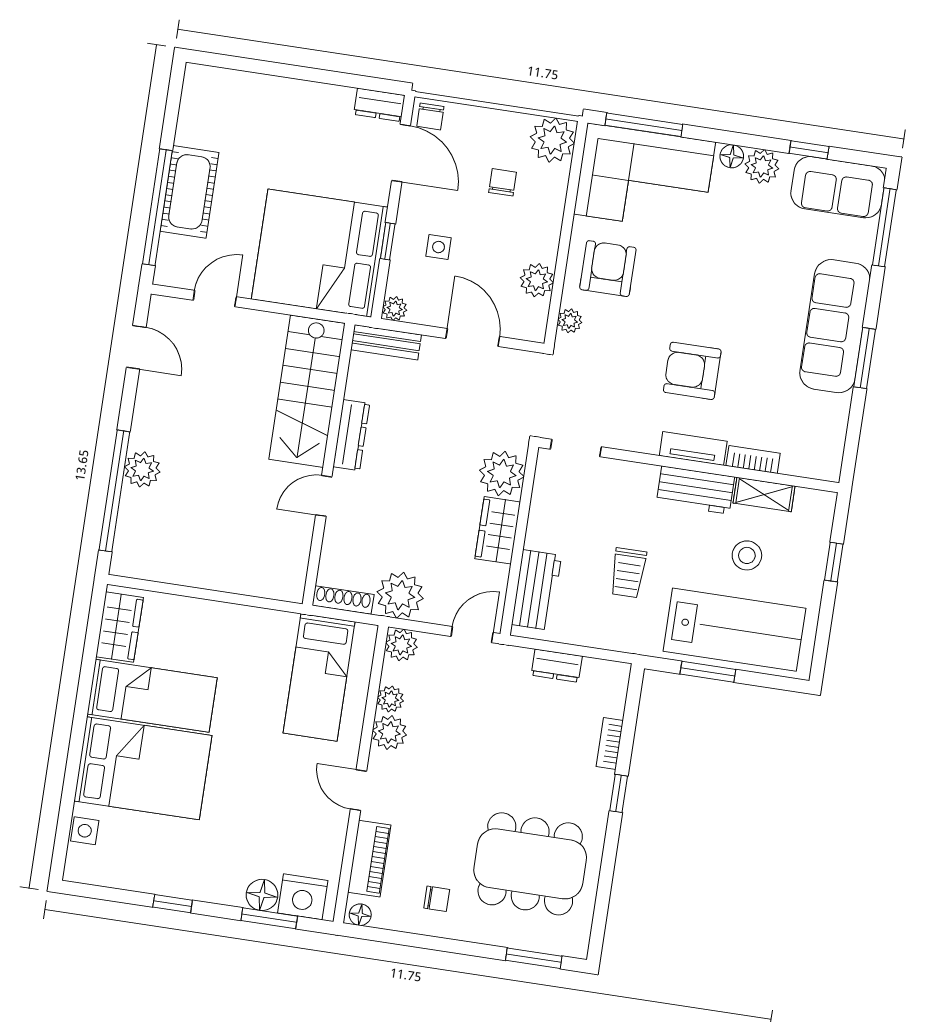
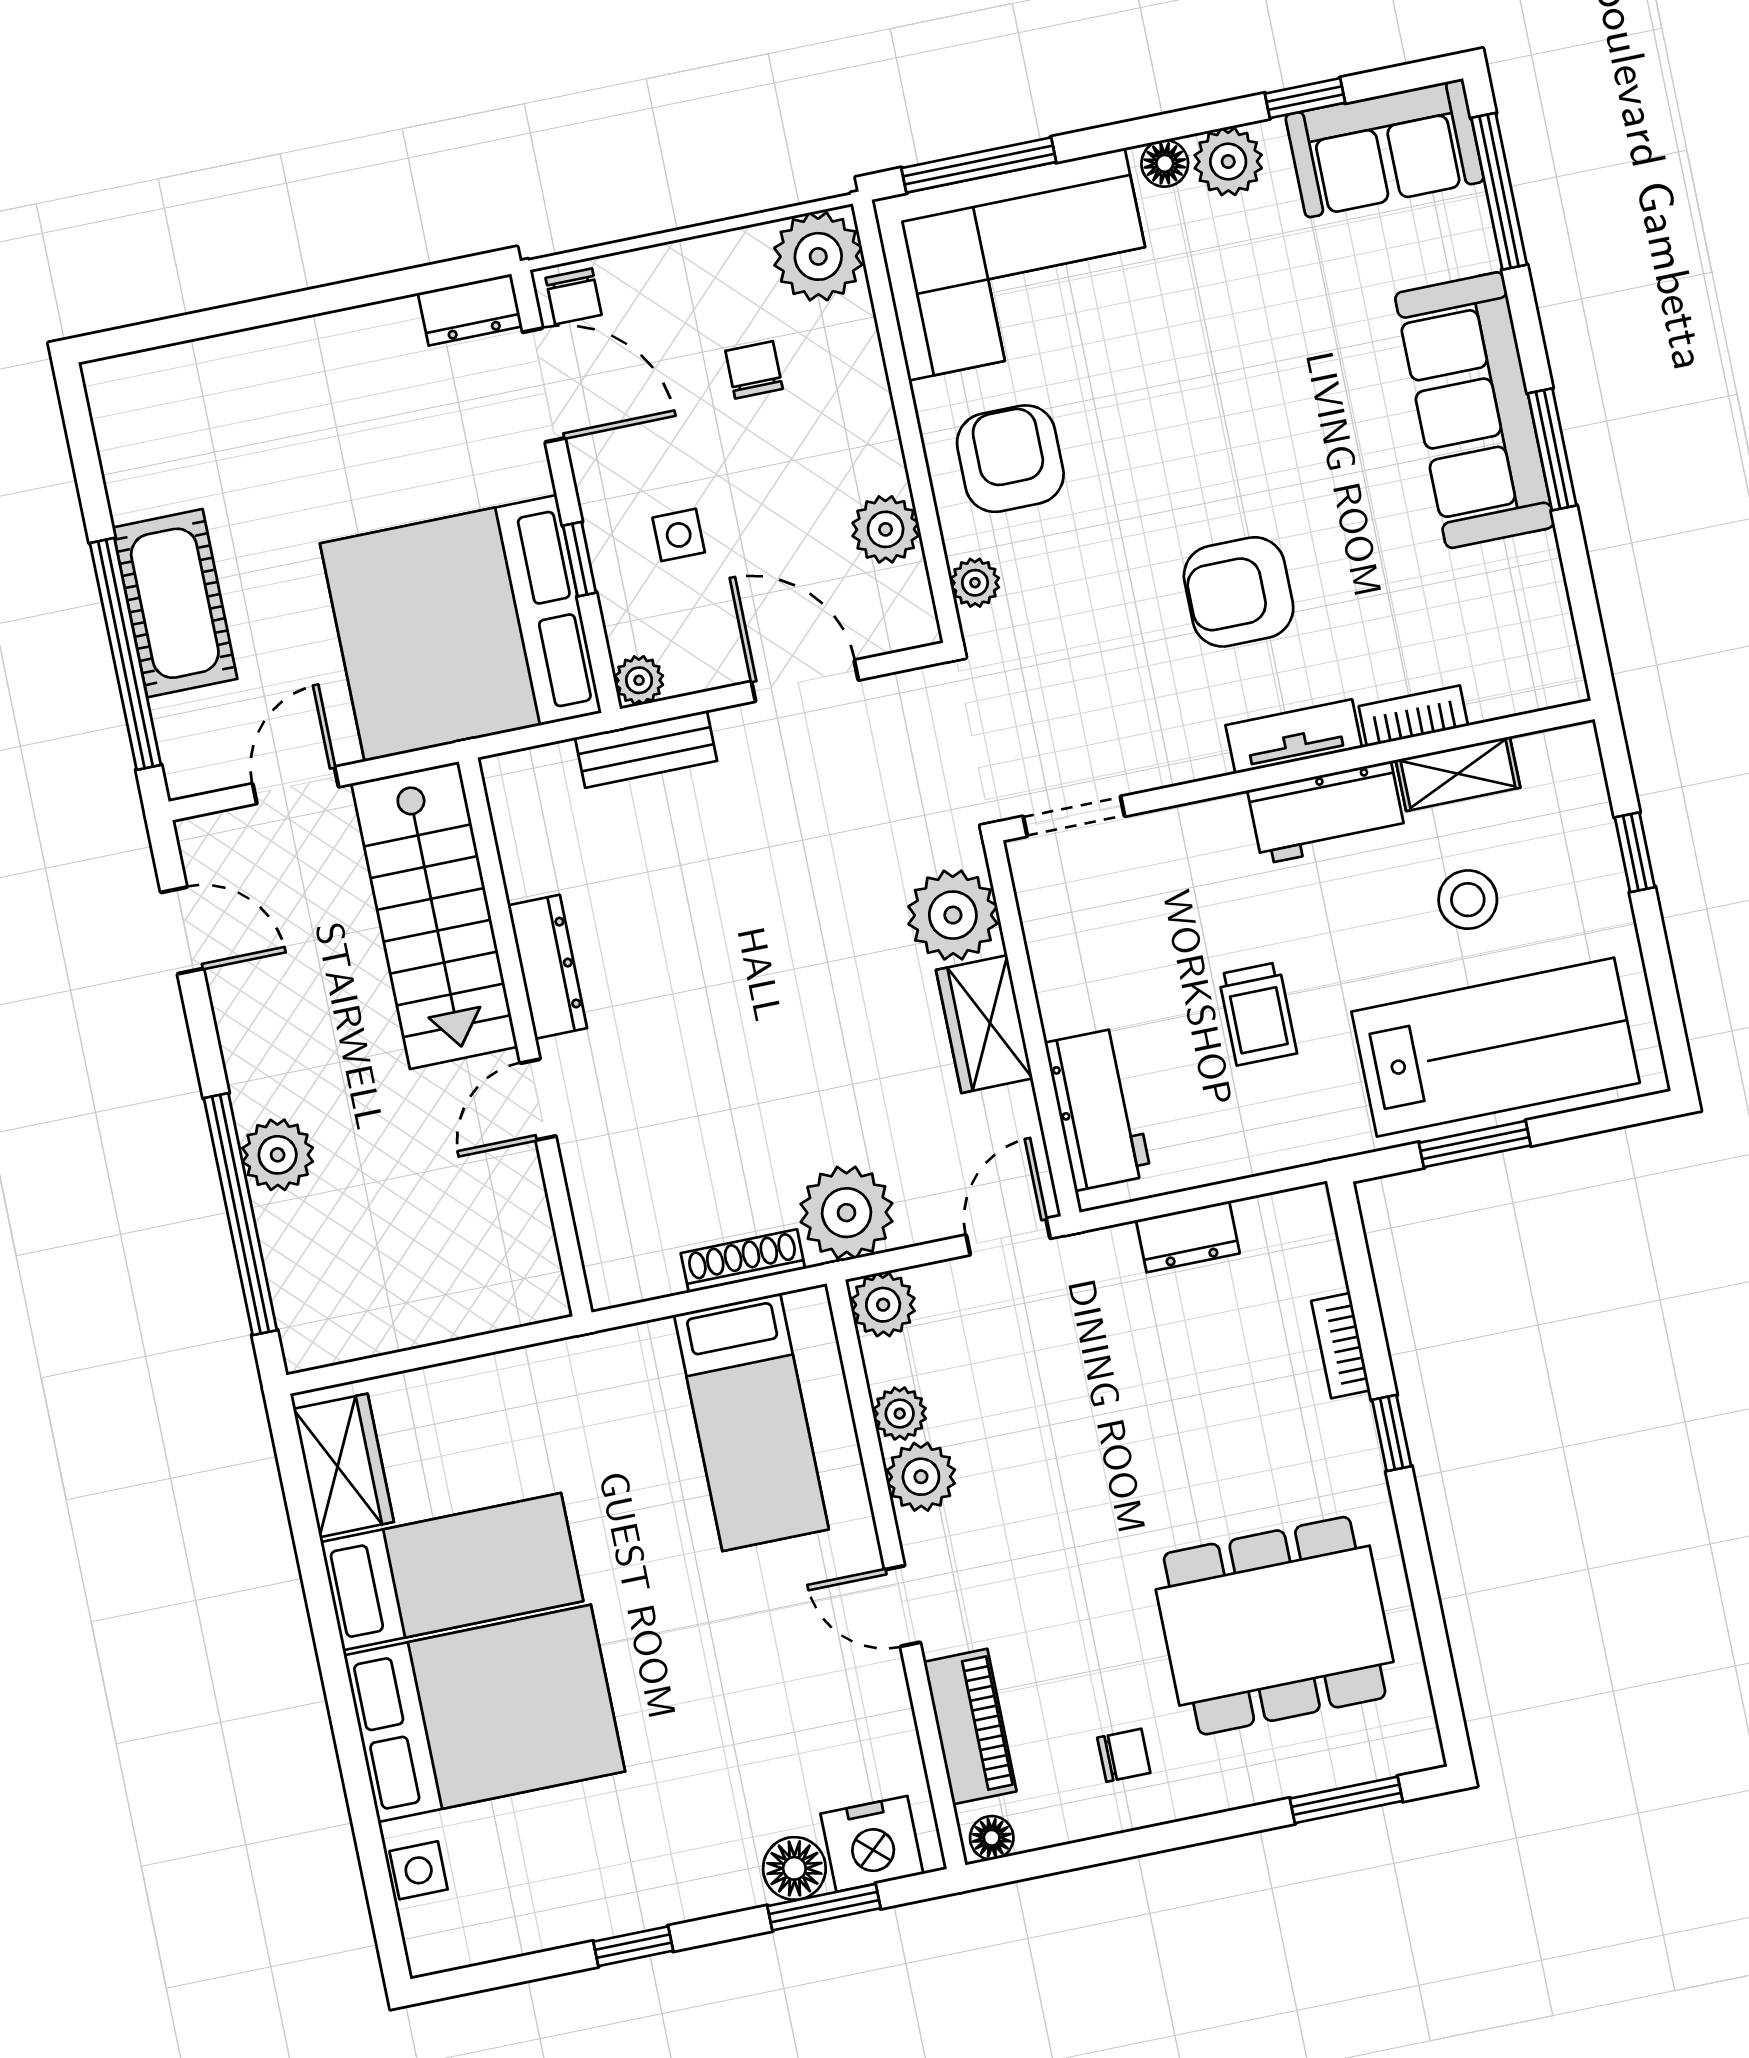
stairs: (307, 391) -> (434, 915), moved
dresser: (351, 435) -> (547, 967), moved
wall: (329, 464) -> (525, 1037), moved
door: (324, 496) -> (538, 1100), moved

